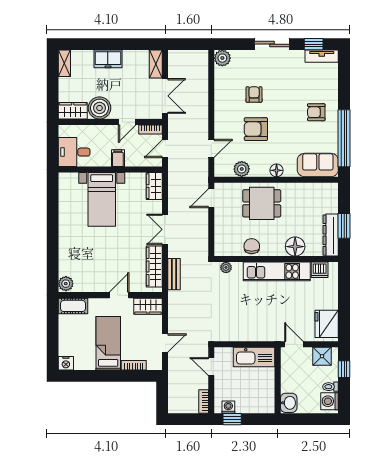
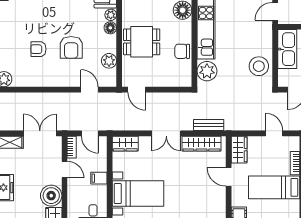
plant: (290, 171) -> (111, 15), added
dining table: (262, 203) -> (142, 42), turned 90
plant: (226, 267) -> (207, 71), width x1.87, depth x1.87
stool: (236, 327) -> (259, 66), added

